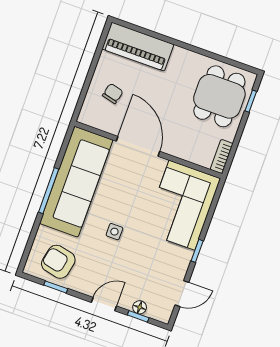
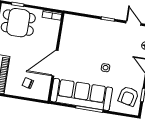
corner sofa: (182, 205) -> (84, 32), removed

